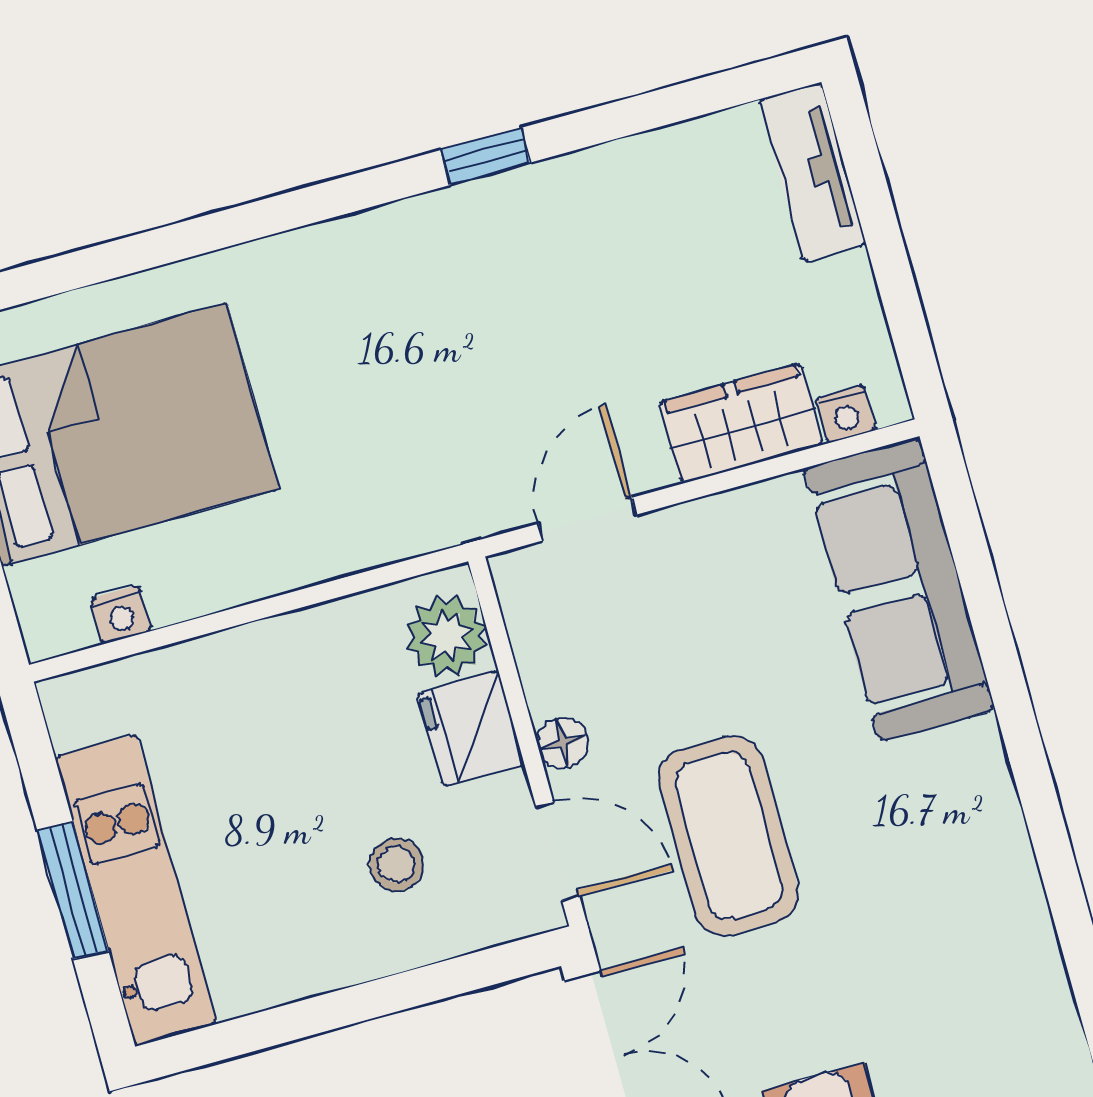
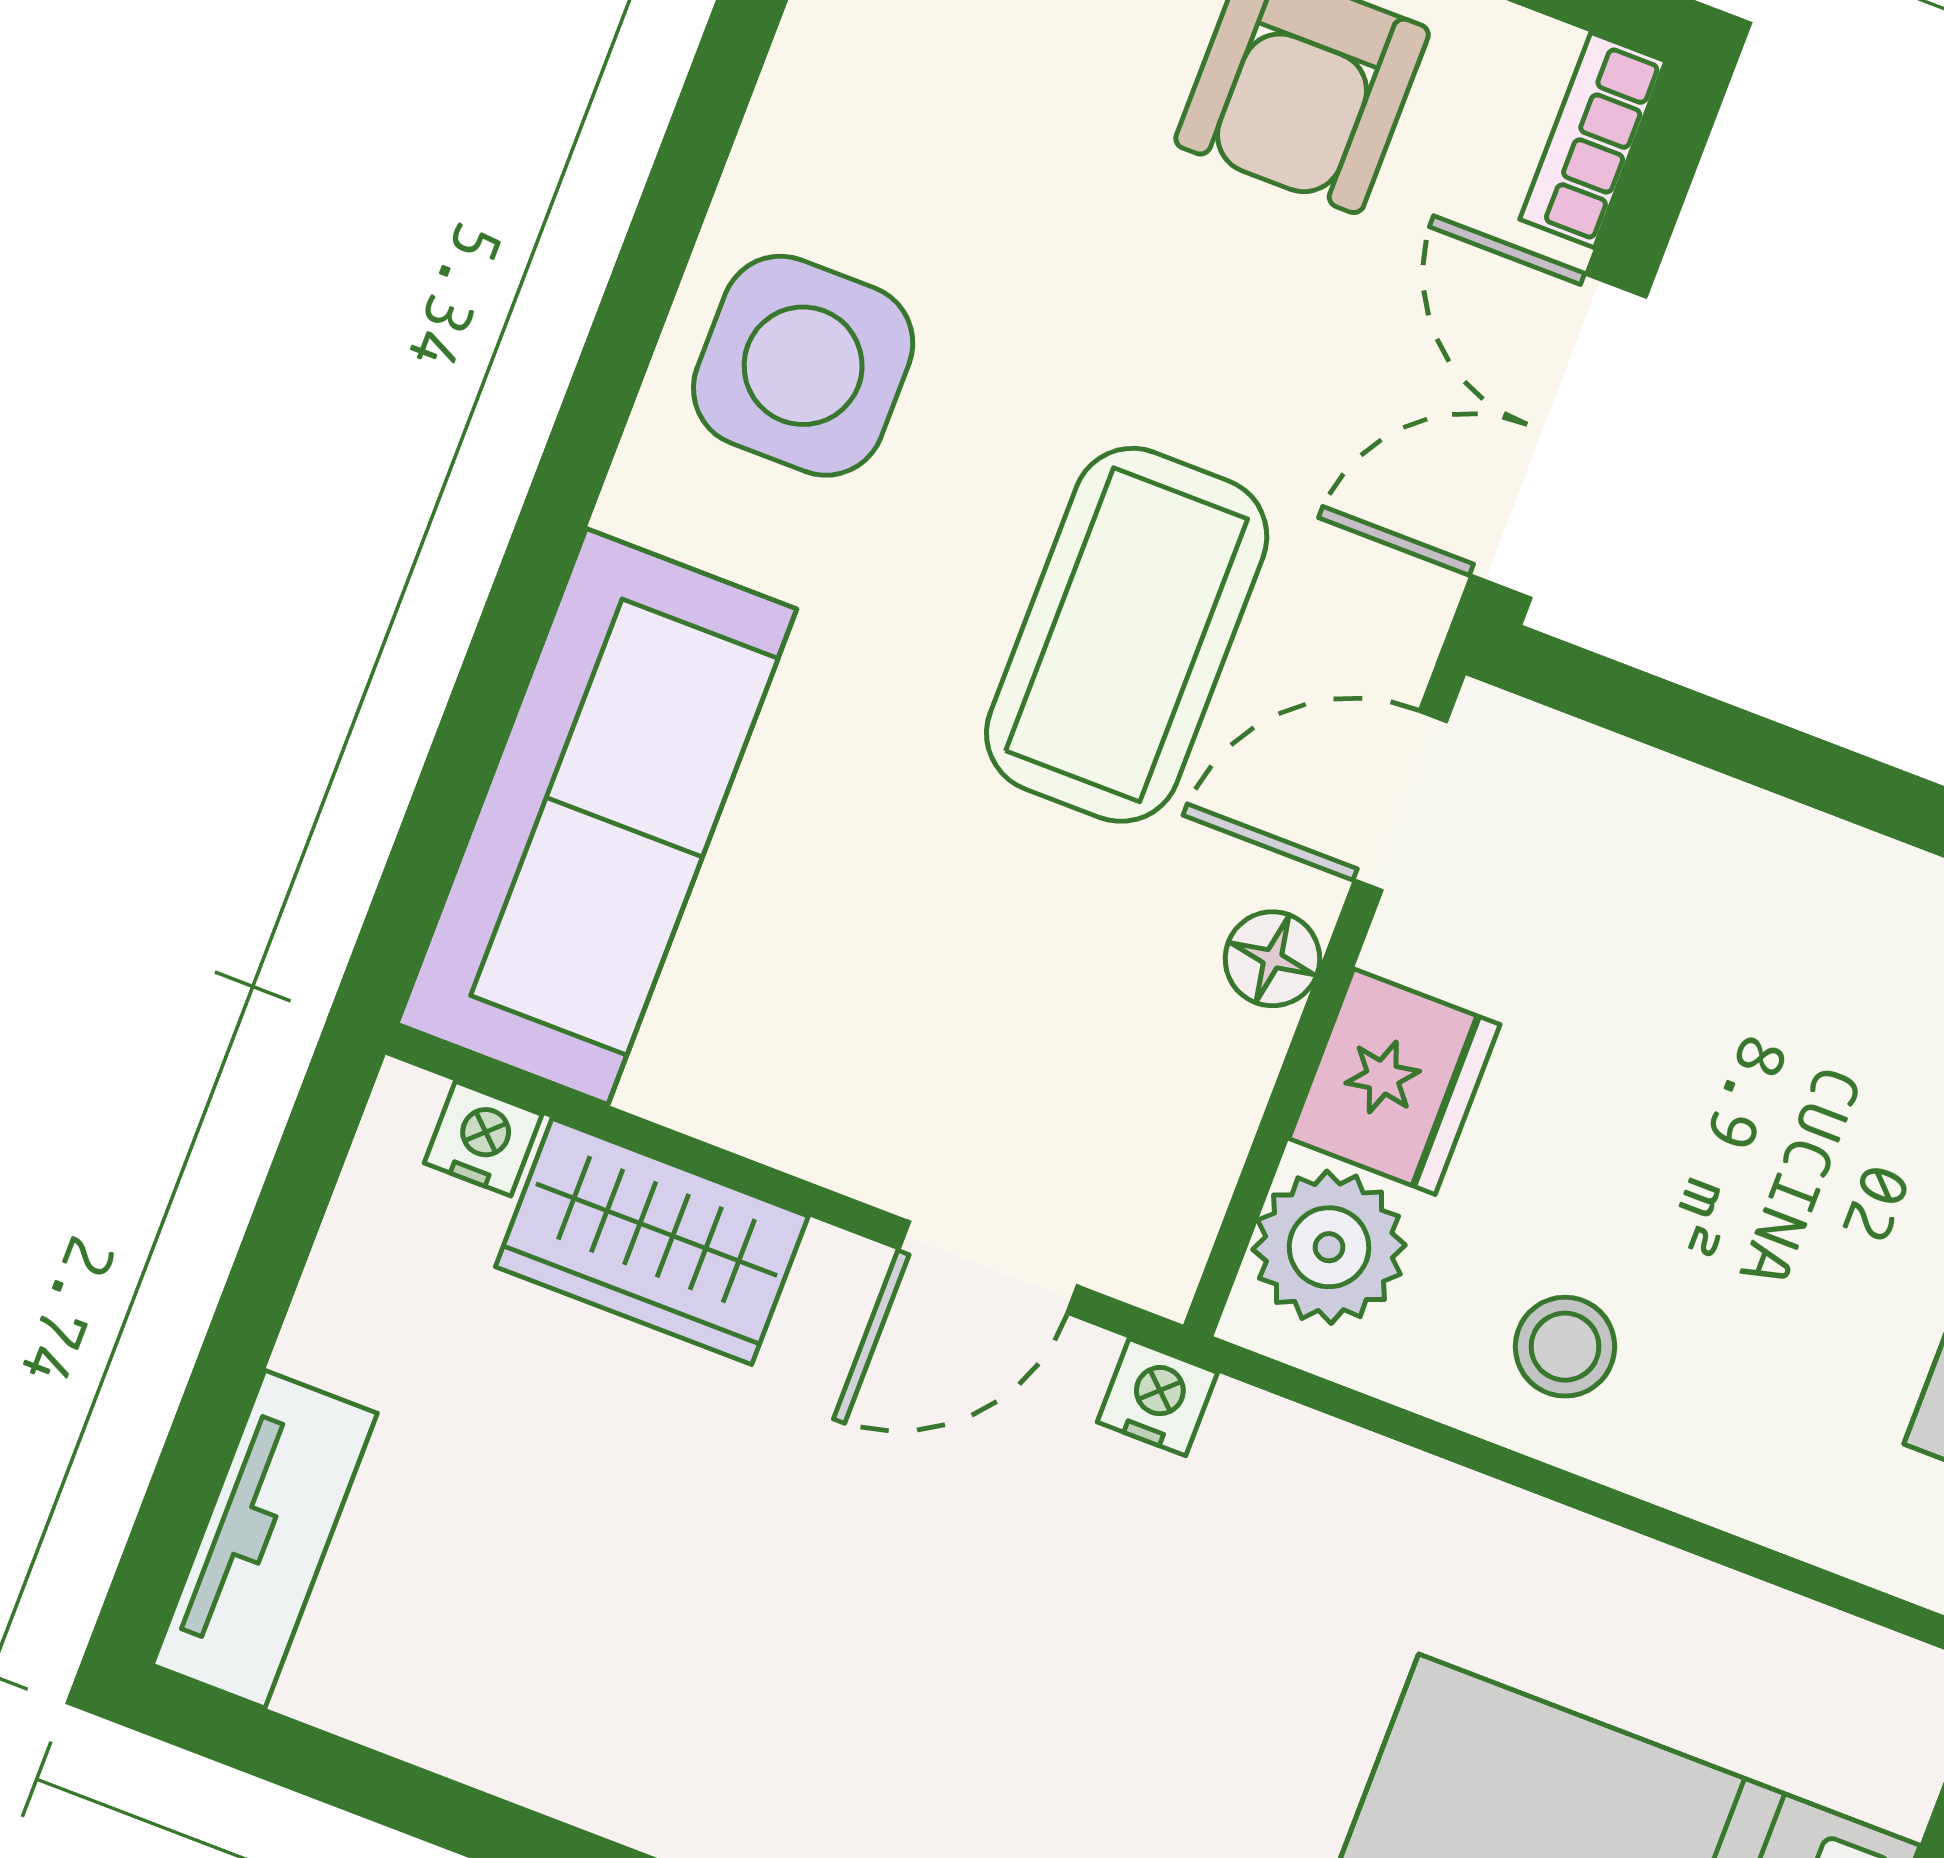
nightstand: (121, 615) -> (1157, 1397), moved
side table: (954, 849) -> (803, 366), added
door: (558, 851) -> (1401, 801), hinge flipped
stool: (396, 865) -> (1565, 1347), moved

